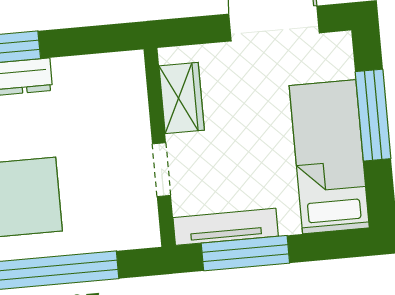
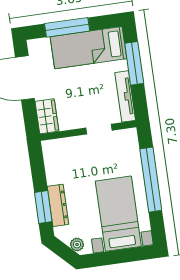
wardrobe: (182, 98) -> (47, 116), moved, turned 90
window: (245, 253) -> (134, 63), moved

